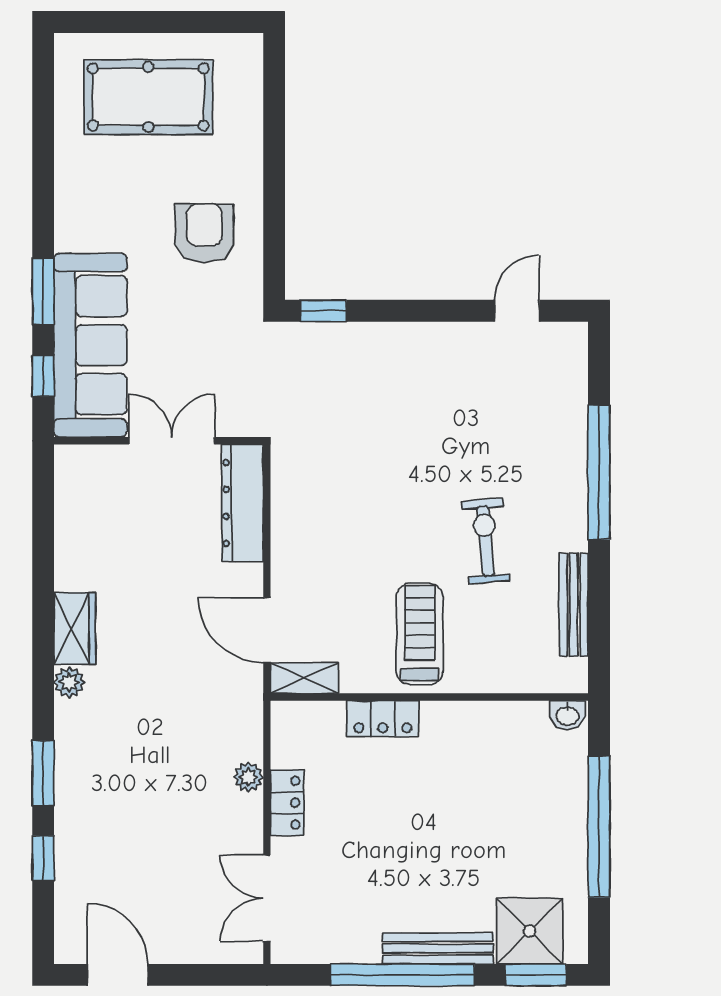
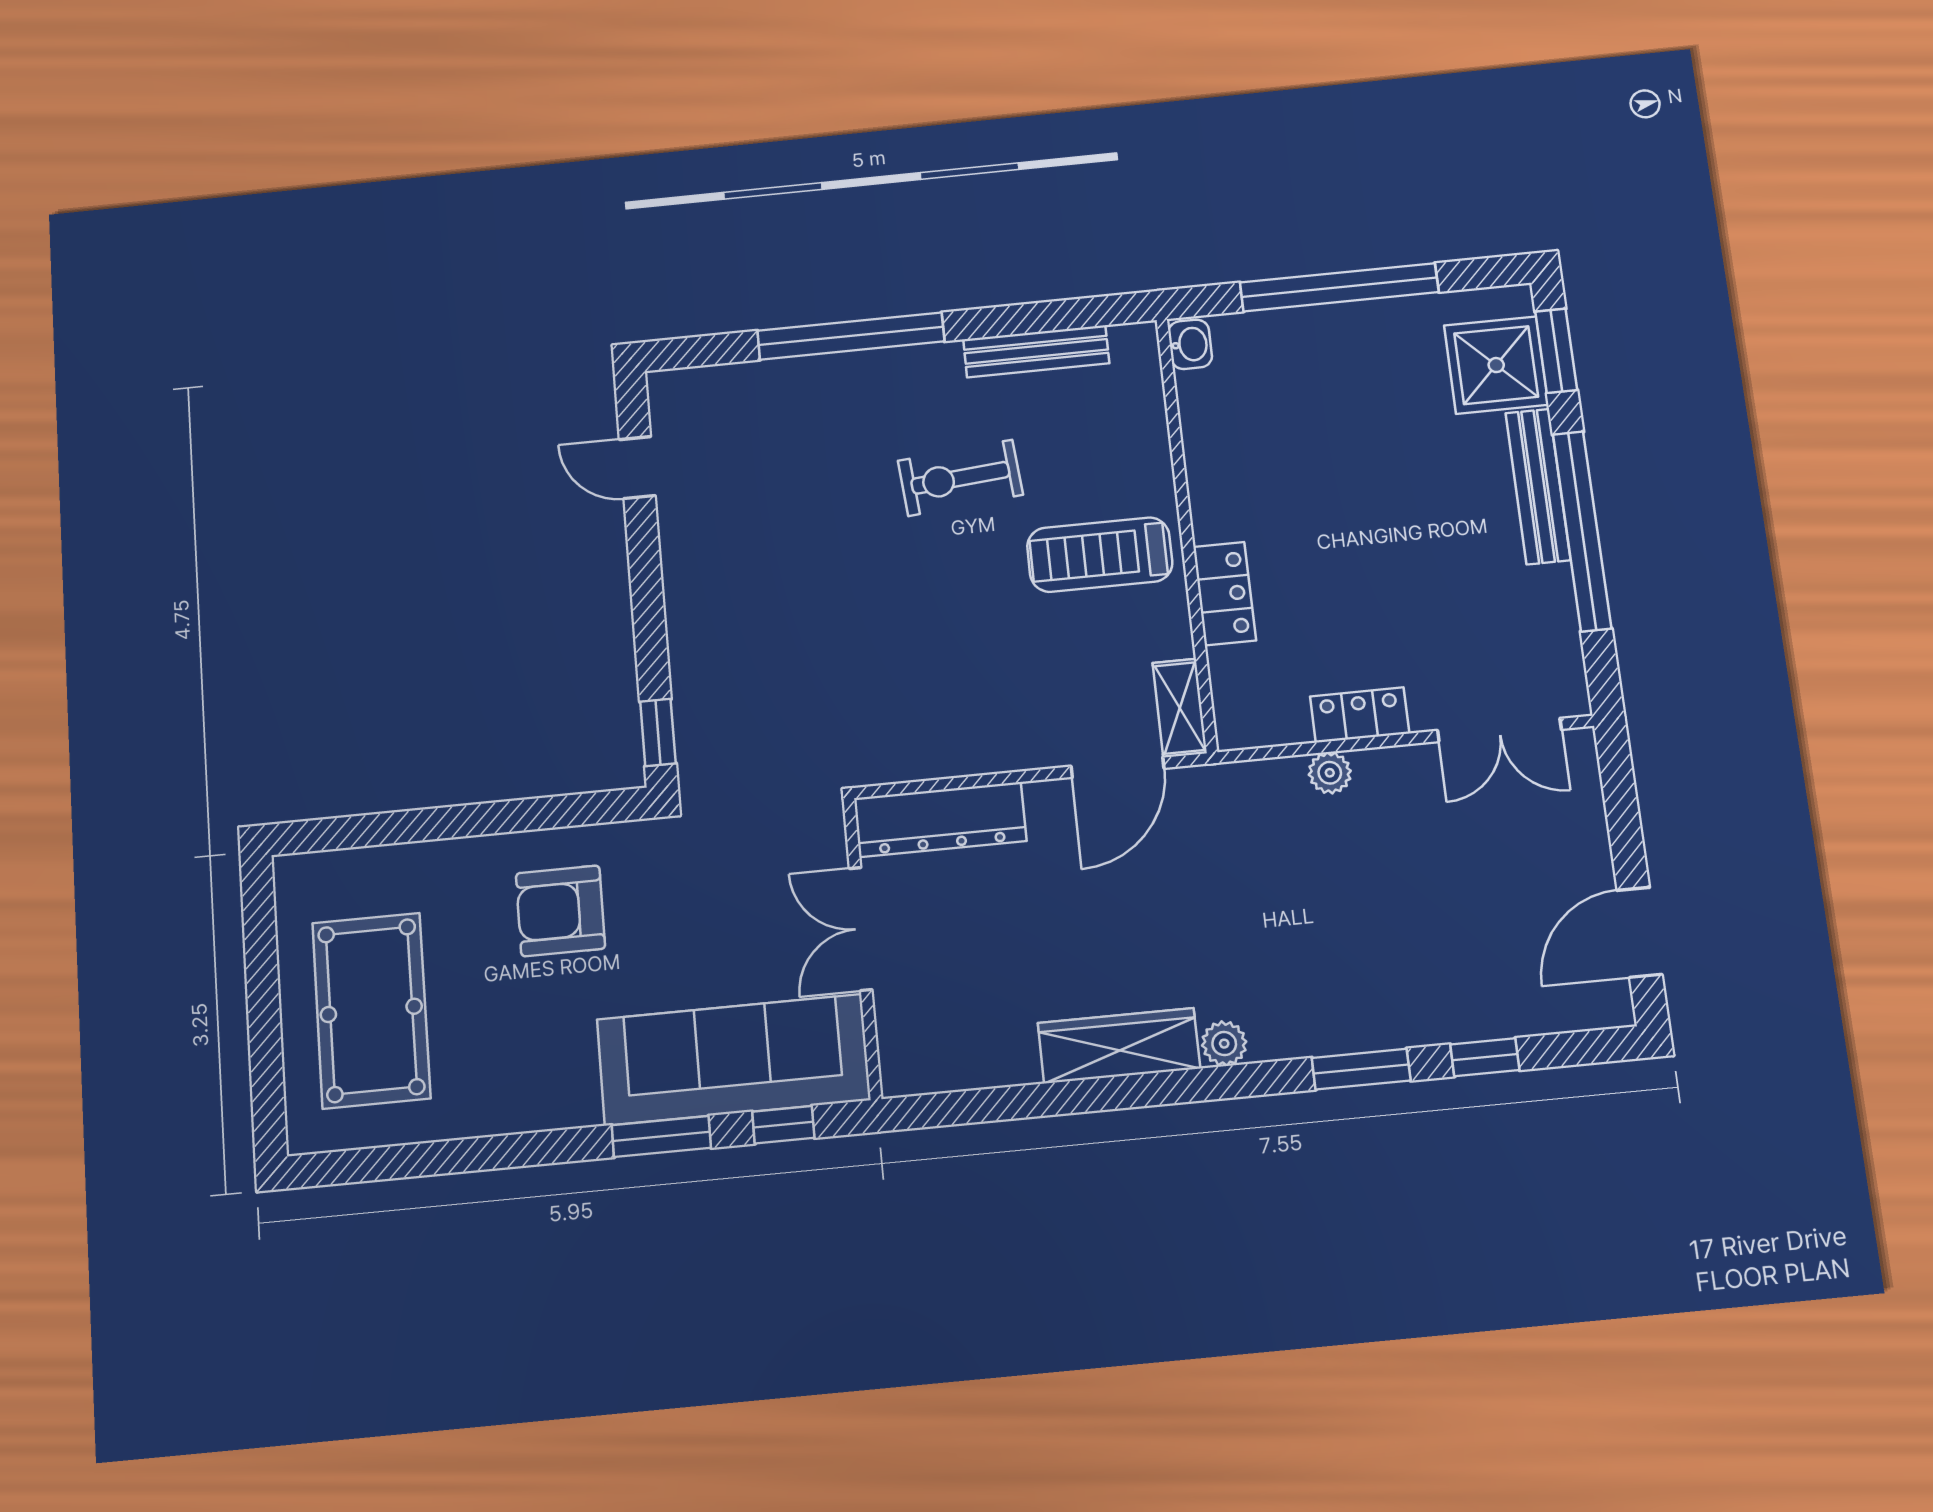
wardrobe: (75, 628) -> (1119, 1046), width x1.50

